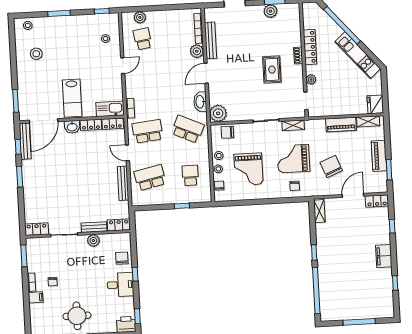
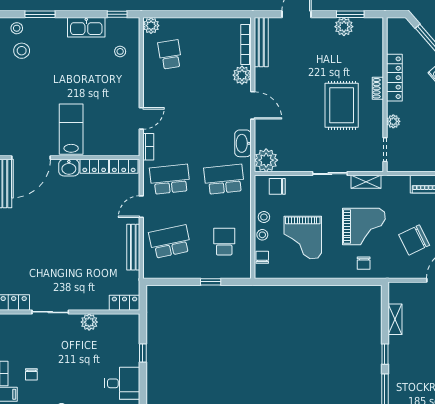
window: (59, 13) -> (40, 14), moved
plant: (140, 17) -> (151, 26), moved
bench: (211, 40) -> (261, 42), moved
stool: (36, 54) -> (22, 51), moved
door: (123, 66) -> (141, 118), moved
rug: (272, 70) -> (342, 105), width x1.36, depth x1.43
door: (206, 73) -> (253, 105), swing flipped
lab bench: (72, 98) -> (71, 129), turned 180
kitchen sink: (110, 109) -> (86, 27), moved, turned 180
school desk: (188, 129) -> (224, 179), turned -30
door: (127, 153) -> (141, 207), hinge flipped
grand piano: (293, 159) -> (364, 227), turned 180
chair: (331, 167) -> (414, 240), turned -94
shelving: (319, 211) -> (395, 319), moved
bench: (94, 227) -> (91, 304), removed
chair: (122, 258) -> (126, 348), removed
window: (135, 274) -> (143, 353), moved

